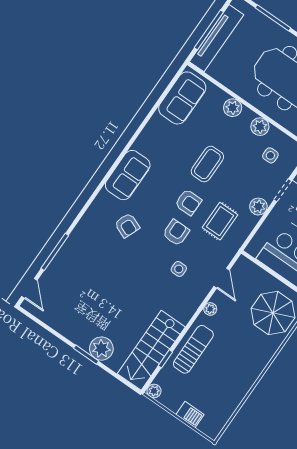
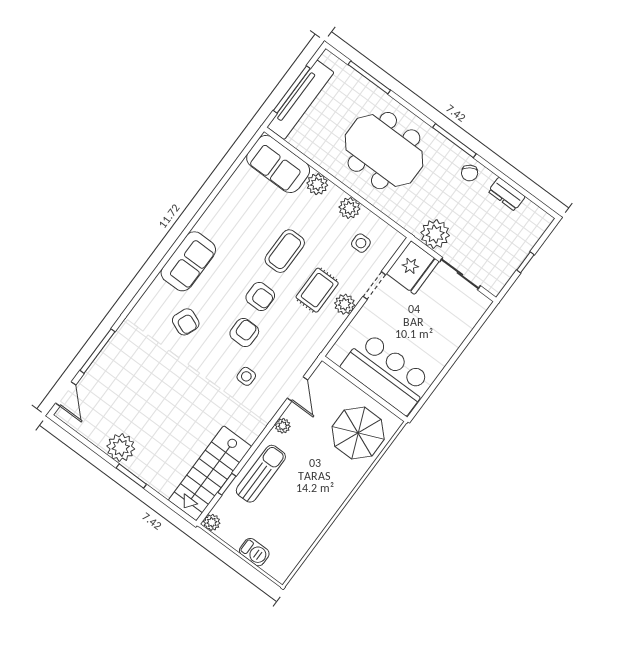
sofa: (182, 98) -> (278, 164), moved, turned 90
rug: (220, 221) -> (317, 290), moved
plant: (101, 349) -> (121, 448), moved

